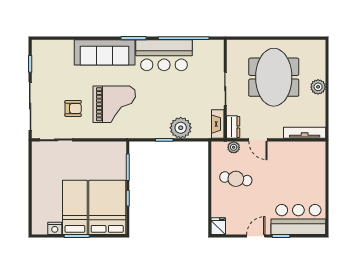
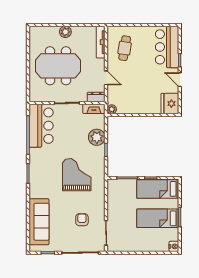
sofa: (105, 52) -> (39, 222), moved
bar counter: (164, 55) -> (41, 126), moved
grand piano: (114, 104) -> (77, 175), moved
door: (258, 140) -> (106, 78), hinge flipped
plant: (234, 147) -> (112, 109), moved
cafe table: (236, 179) -> (125, 48), moved
bed: (107, 207) -> (158, 189), width x0.67
fridge: (218, 226) -> (170, 104), width x1.88, depth x1.34
nightstand: (55, 228) -> (174, 246), moved

